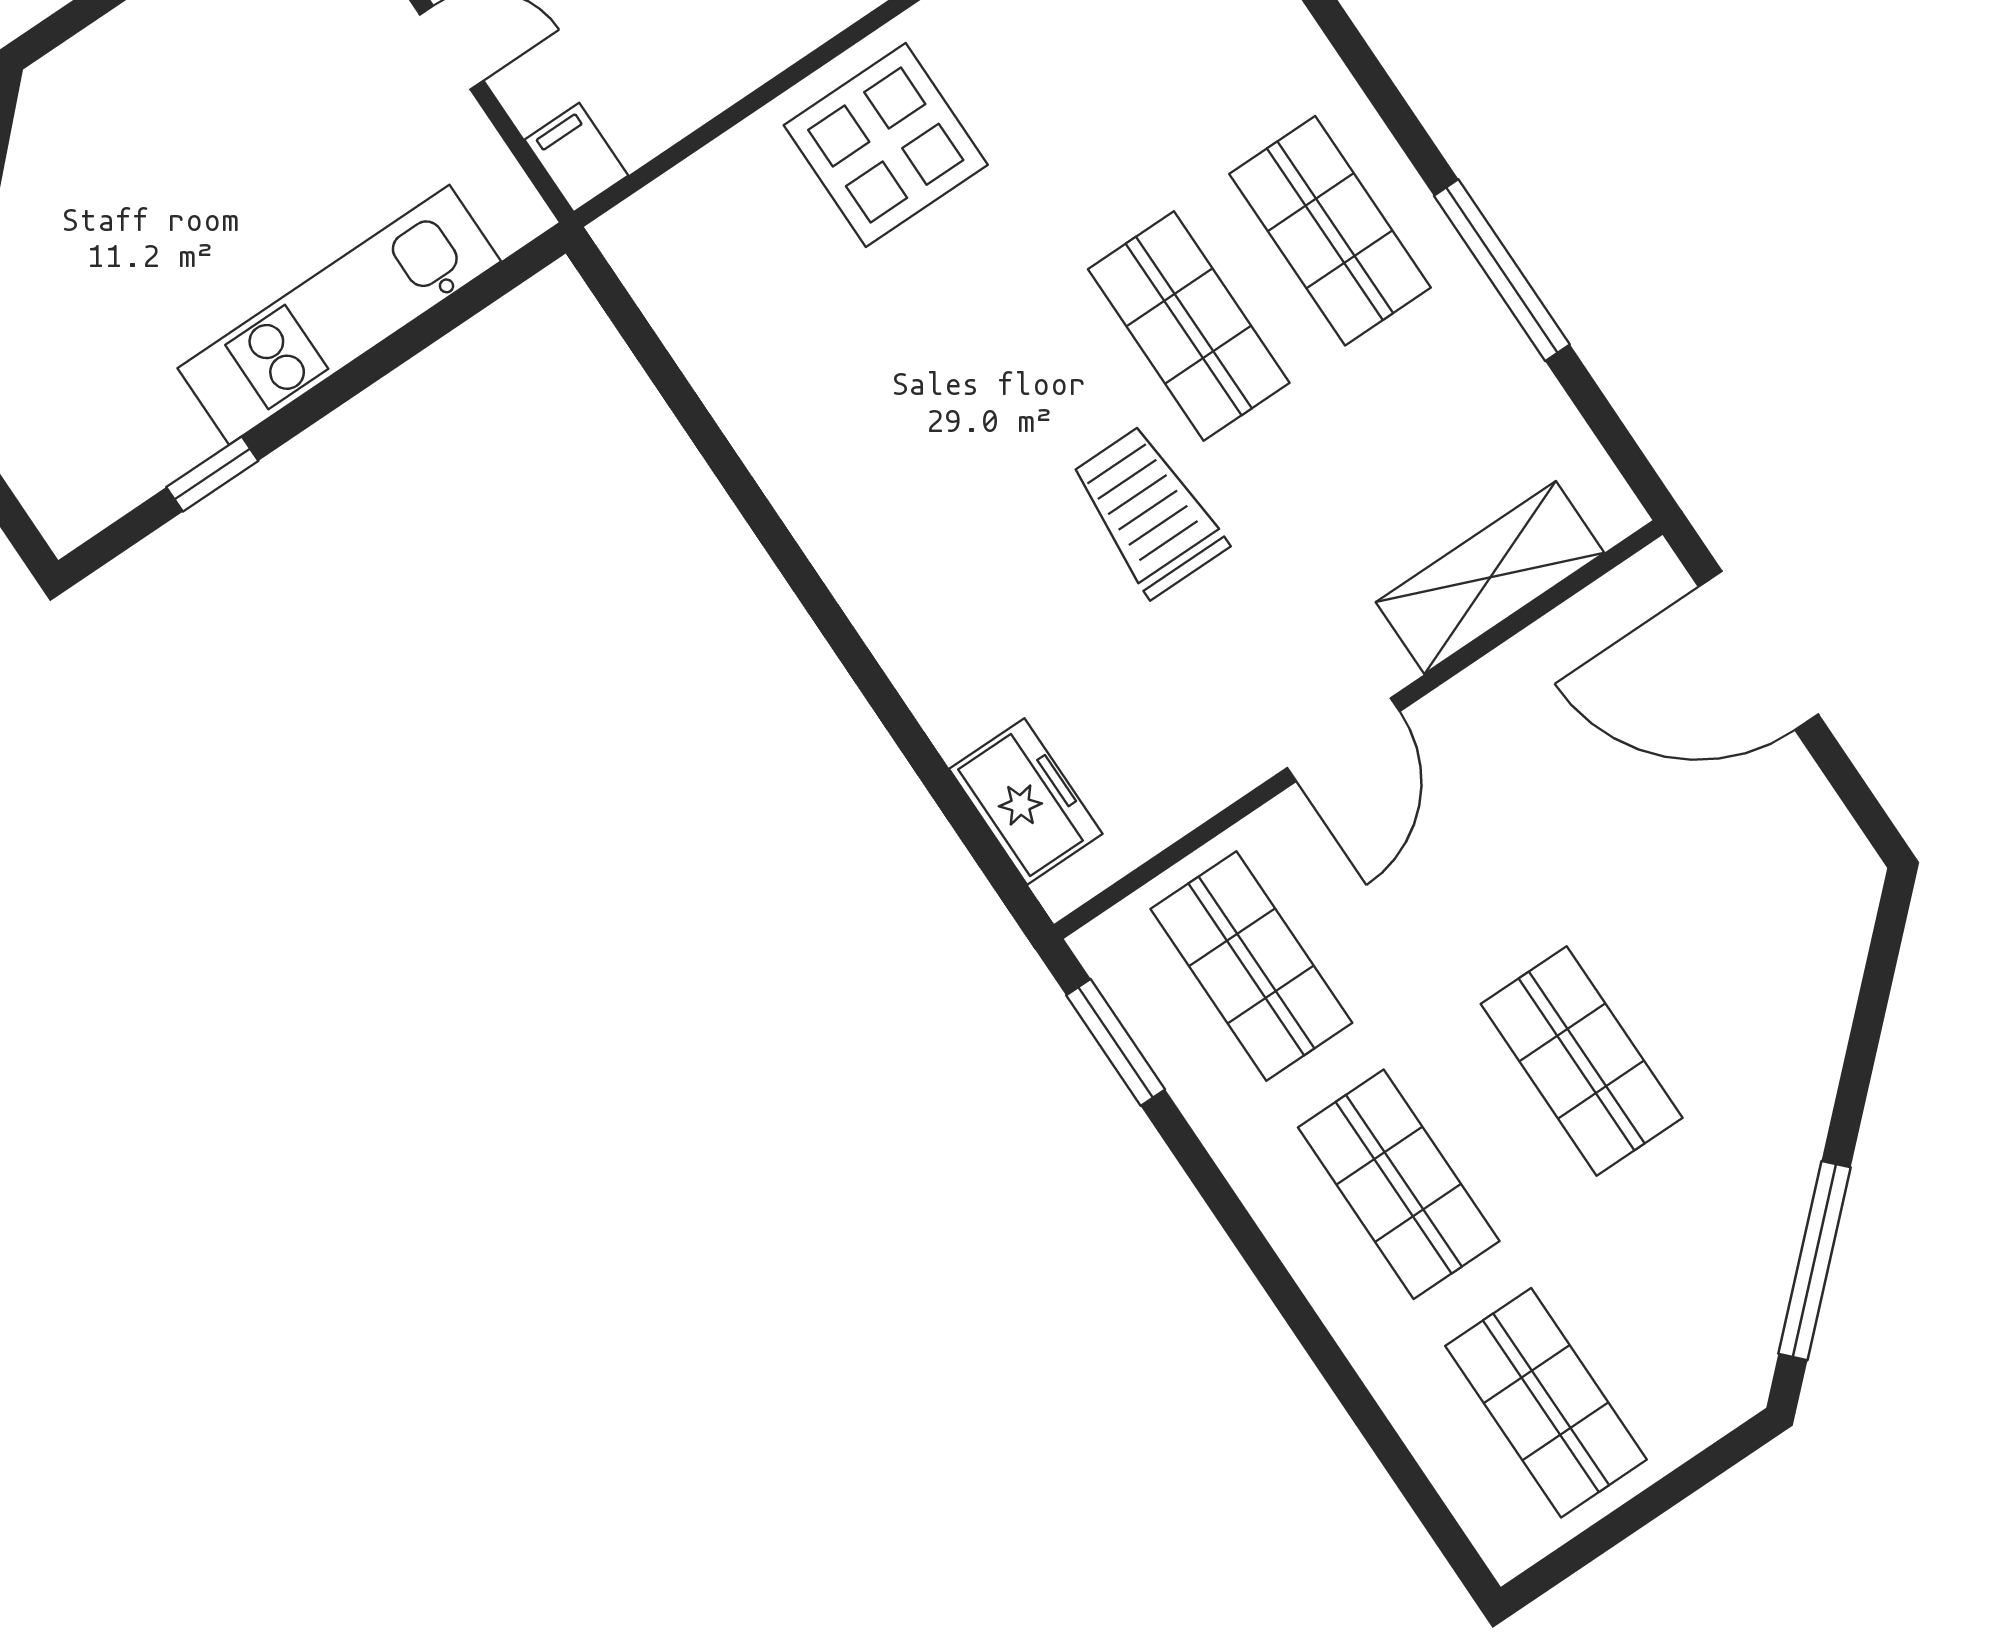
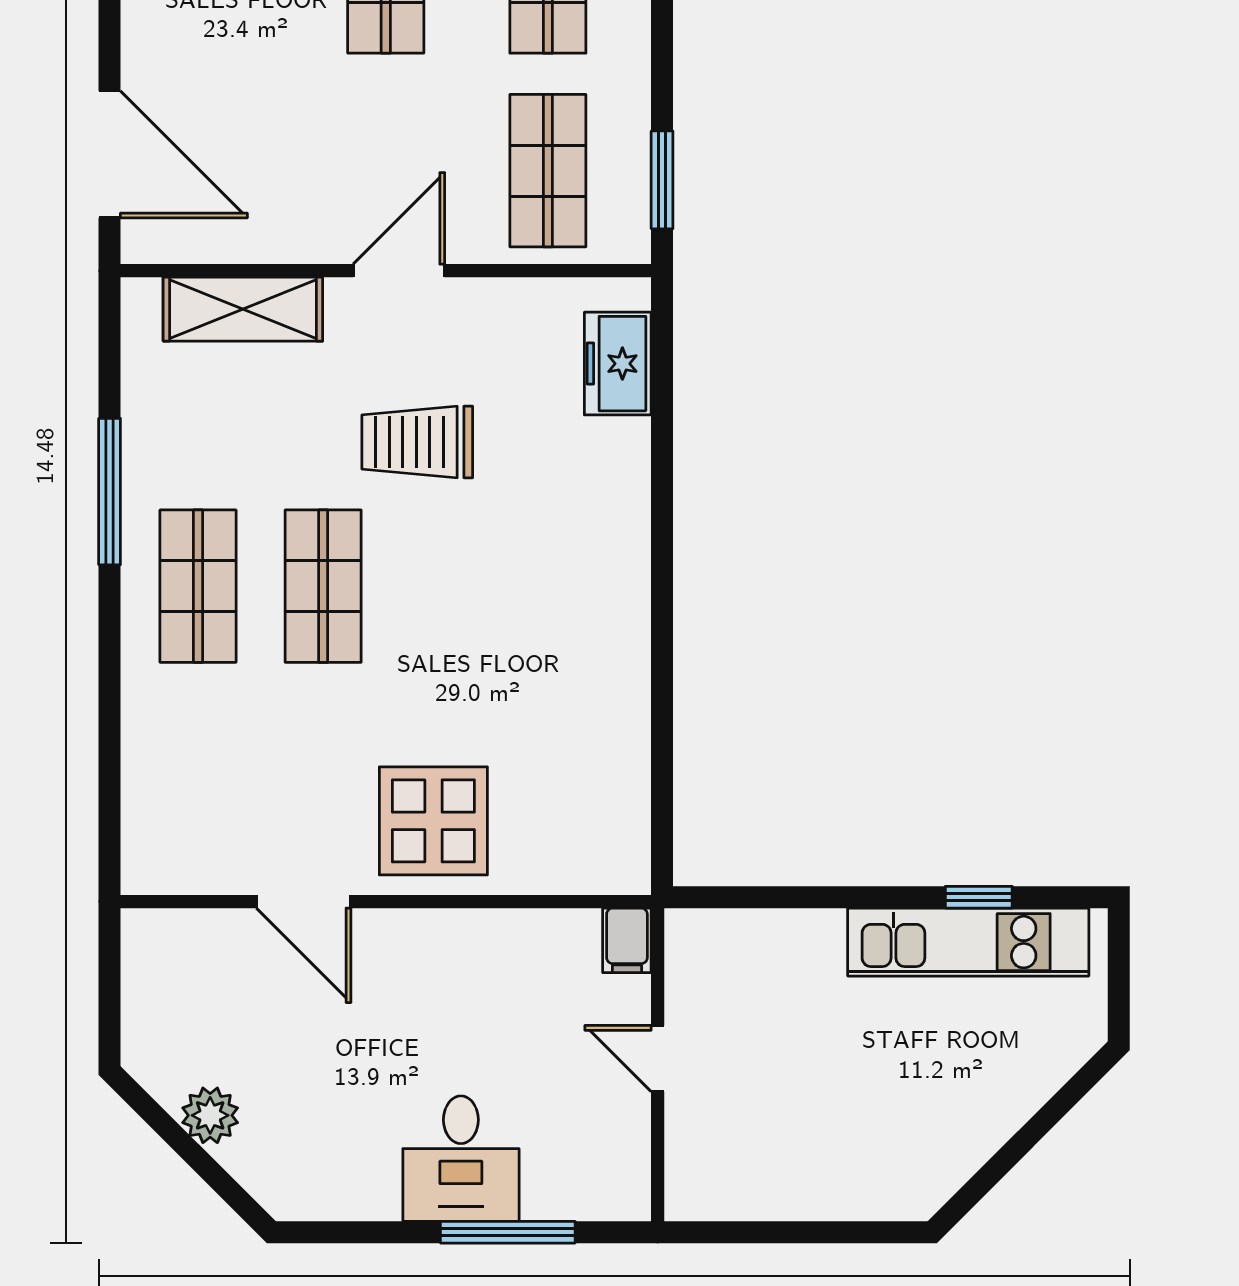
kitchen unit: (339, 315) -> (968, 942), moved
trolley: (1148, 511) -> (417, 442), moved, turned 90

